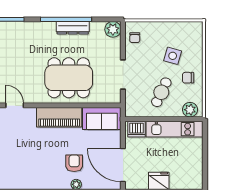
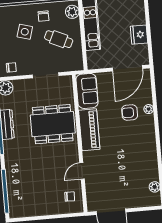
dining table: (69, 78) -> (53, 124), turned 90
dishwasher: (136, 129) -> (94, 59), removed

